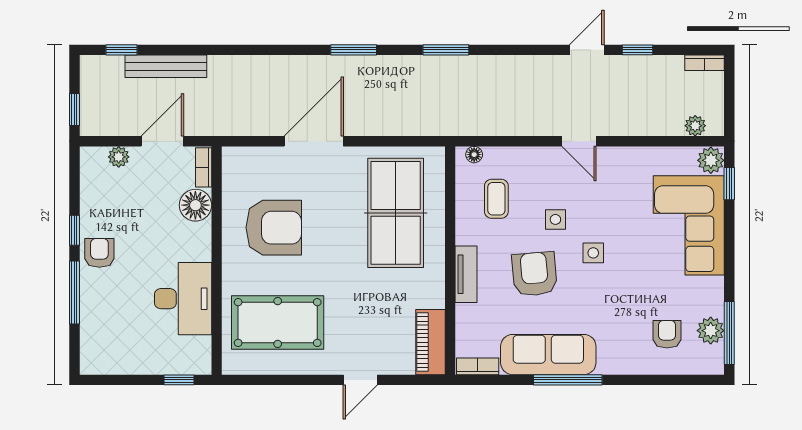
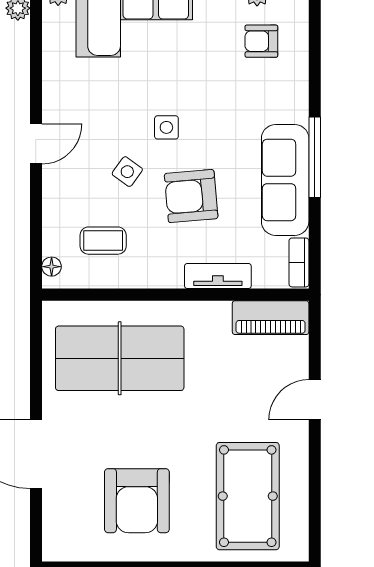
side table: (555, 219) -> (127, 172), turned 36
armchair: (274, 228) -> (137, 501), turned 180
tv unit: (466, 274) -> (218, 276), moved
door: (360, 380) -> (315, 400), swing flipped

